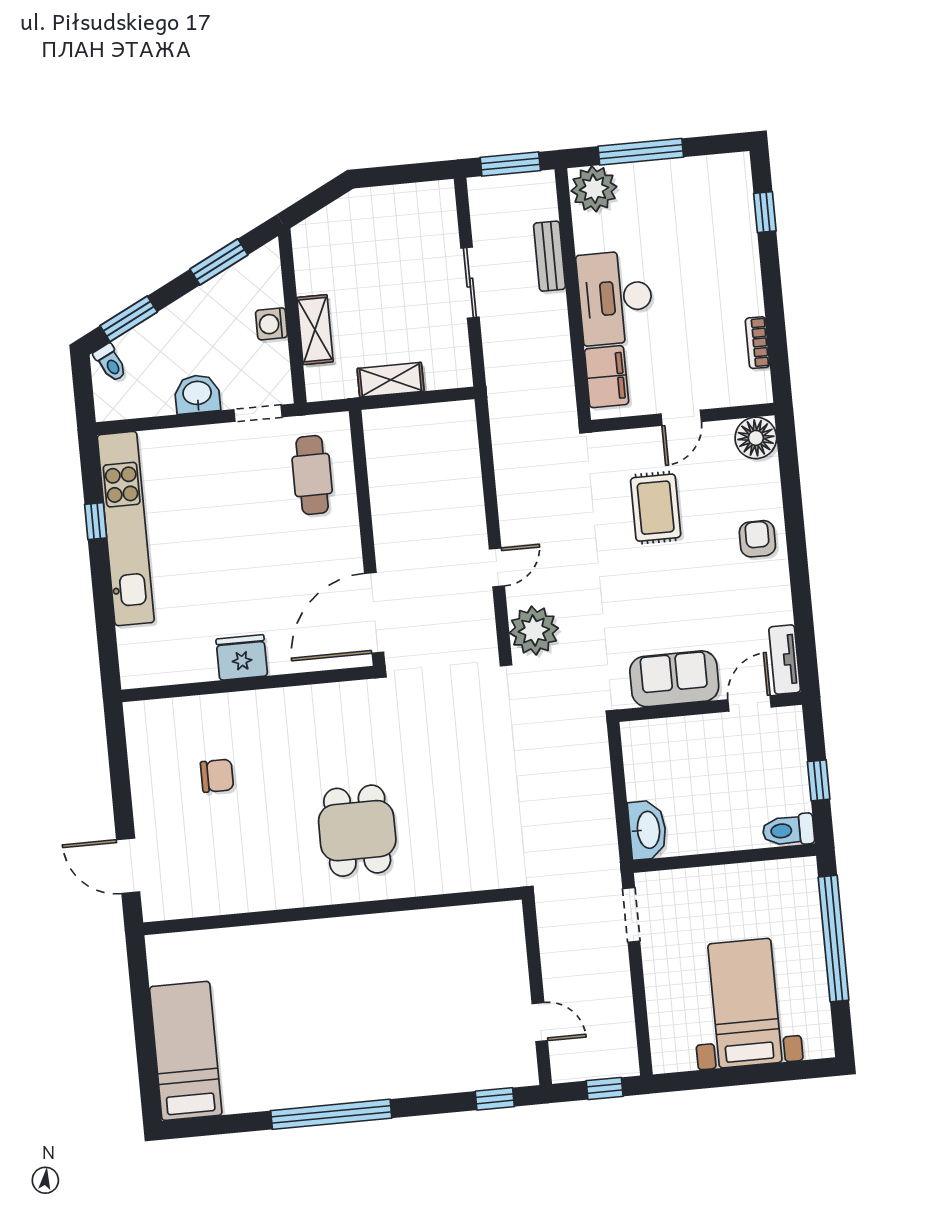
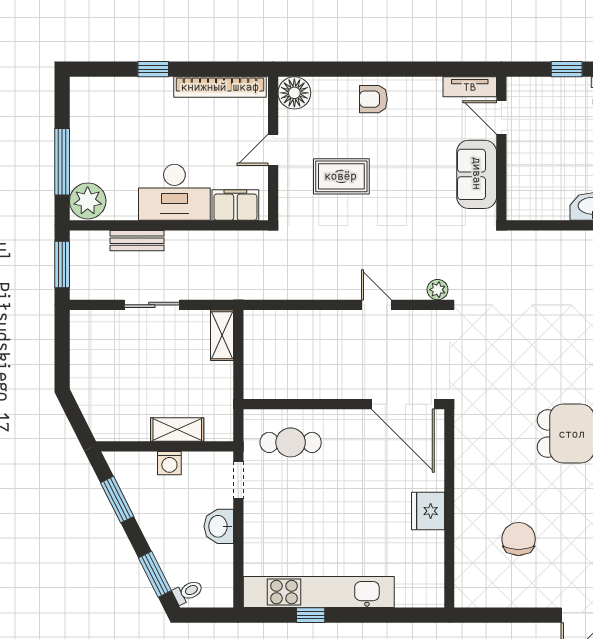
window: (765, 212) -> (153, 69), moved
bookcase: (757, 343) -> (220, 87), width x2.31, depth x1.31
shelving: (391, 380) -> (222, 335), moved
door: (681, 418) -> (273, 150), swing flipped
plant: (534, 631) -> (438, 290), width x0.53, depth x0.53
chair: (217, 776) -> (519, 539), width x1.37, depth x1.37

